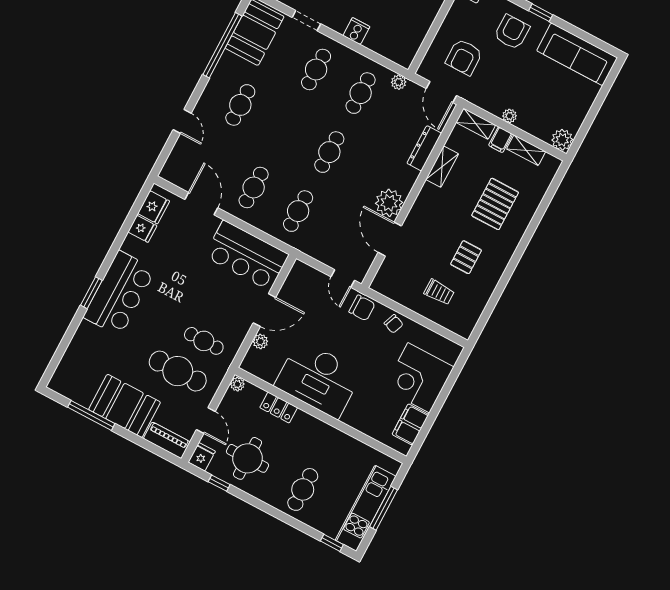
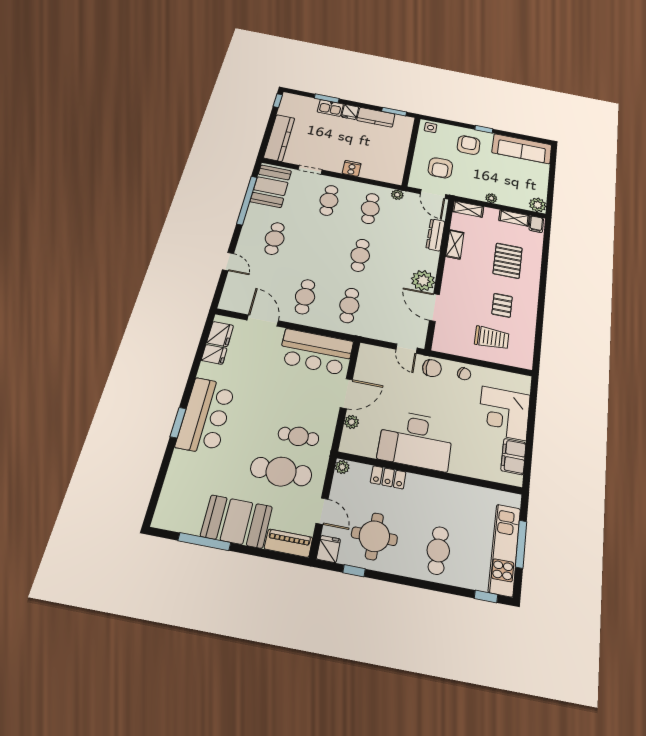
filing cabinet: (500, 140) -> (536, 224), moved
trolley: (439, 292) -> (492, 338), width x1.36, depth x1.39

